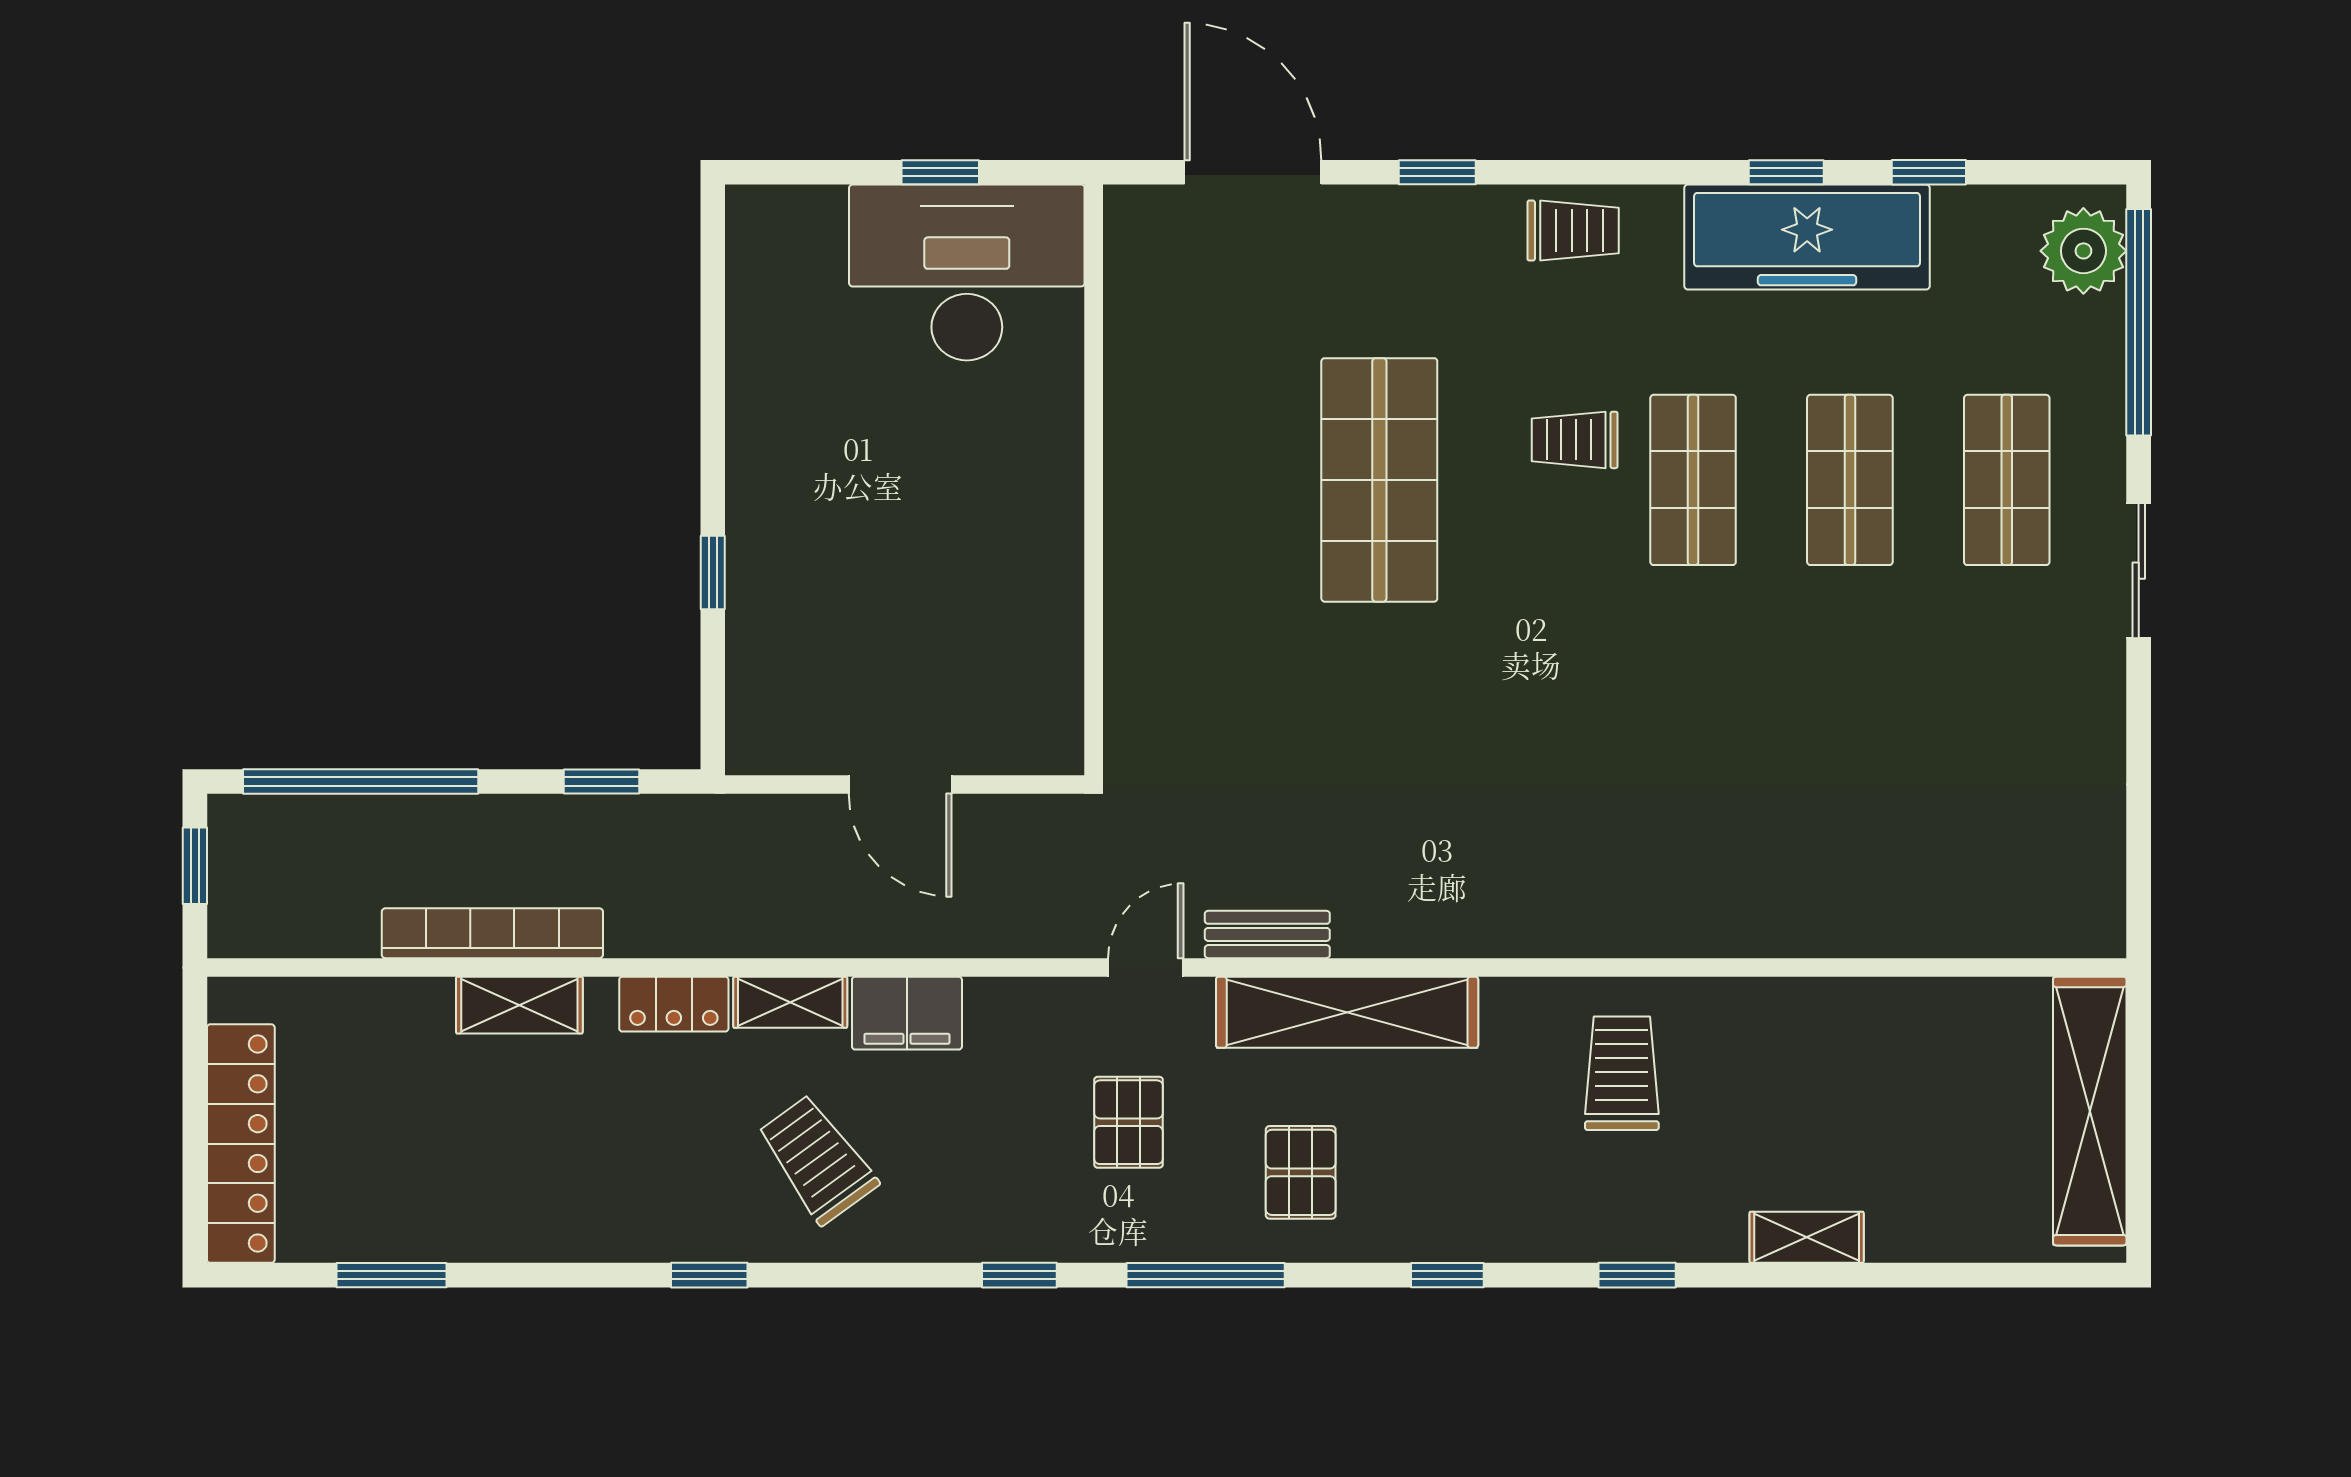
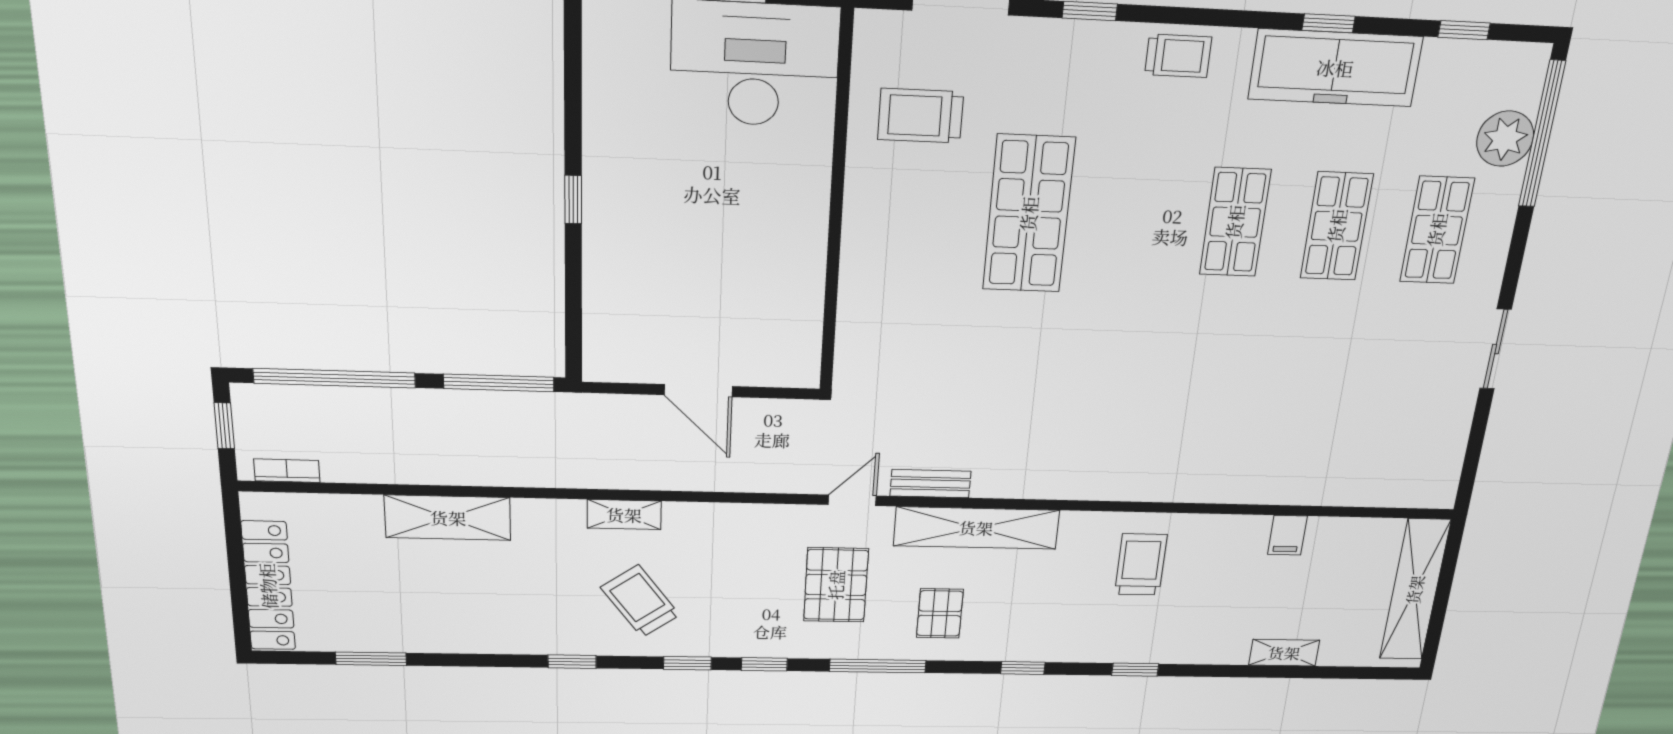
window: (1929, 172) -> (1464, 30), moved
plant: (2083, 251) -> (1505, 139), moved
trolley: (1575, 440) -> (921, 116), moved, width x1.36, depth x1.39
sliding door: (2139, 571) -> (1495, 349), moved
window: (713, 573) -> (573, 200), moved
window: (602, 782) -> (499, 383), width x2.17
bookcase: (492, 933) -> (287, 471), moved, width x0.43, depth x0.76
locker: (674, 1004) -> (549, 514), removed
shelving: (519, 1005) -> (448, 518), width x1.50, depth x1.33
filing cabinet: (907, 1013) -> (1287, 535), moved, width x0.50
pallet: (1128, 1122) -> (836, 585), width x1.50, depth x1.42
shelving: (1807, 1237) -> (1284, 653), moved
window: (895, 1275) -> (687, 663), added

